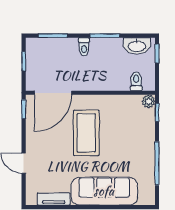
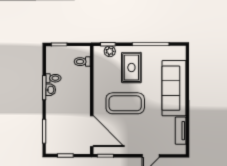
washbasin: (137, 46) -> (51, 90), moved, width x0.52, depth x0.69
toilet: (84, 47) -> (53, 78), moved
plant: (149, 101) -> (110, 51), moved
rug: (129, 140) -> (131, 68), added

